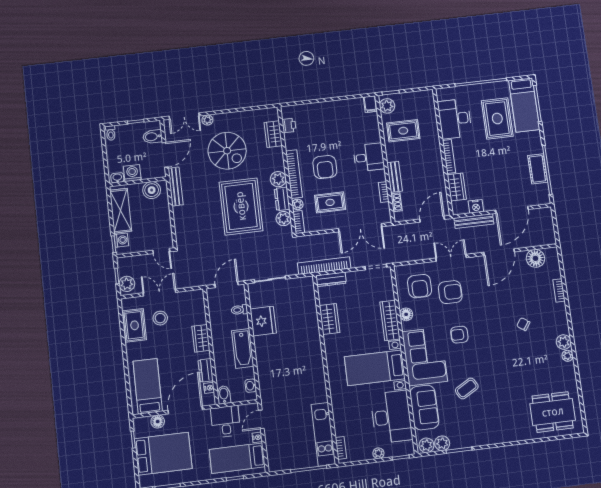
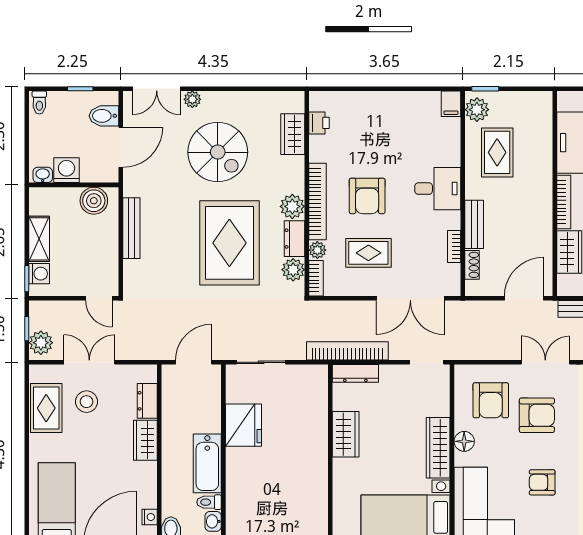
rug: (403, 131) -> (497, 152), turned 90
bench: (176, 186) -> (131, 228), moved
shelving: (121, 211) -> (39, 239), width x0.67, depth x0.75
toilet: (239, 310) -> (209, 502), moved
dresser: (206, 370) -> (147, 401), moved

